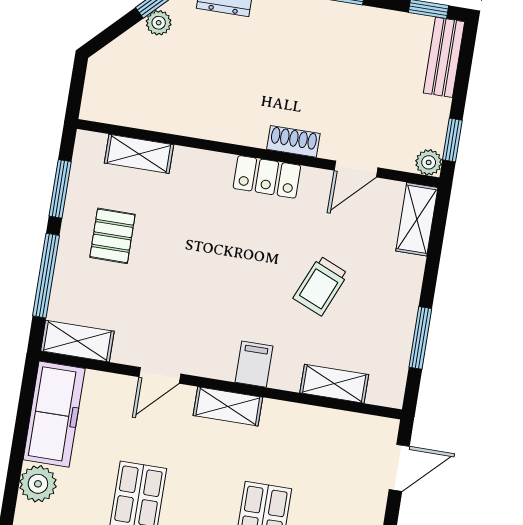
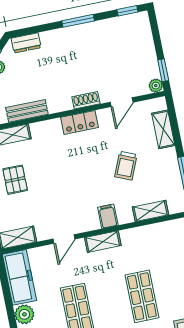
bench: (444, 57) -> (27, 111), moved, turned 90
shelving: (417, 219) -> (163, 129), moved

